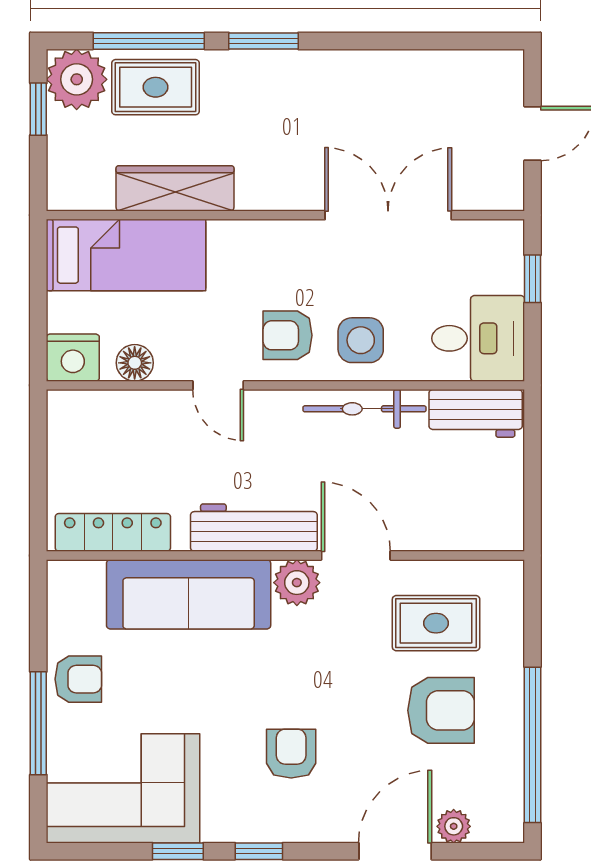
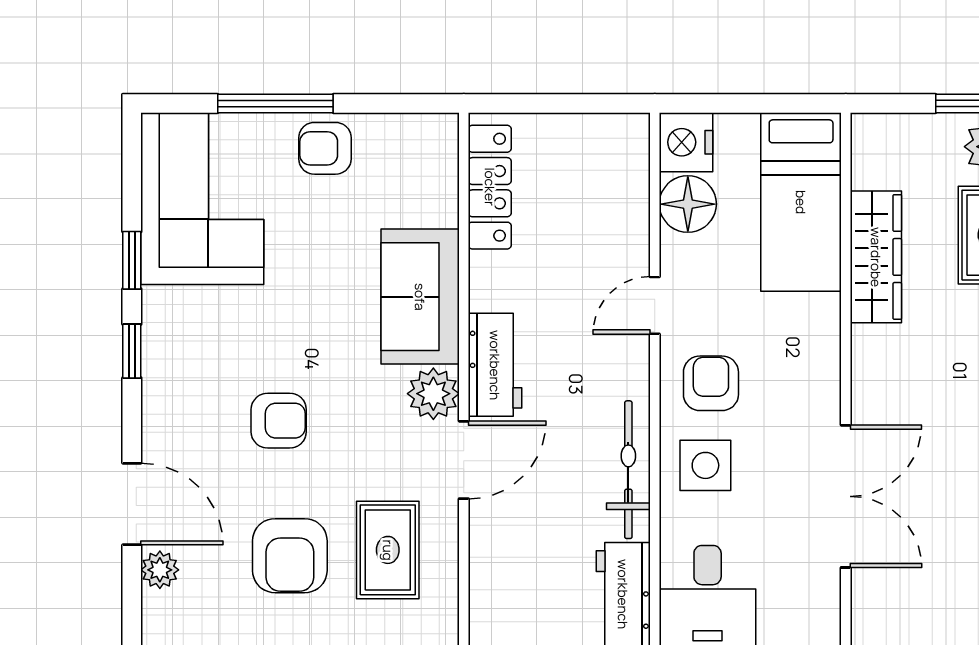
floor lamp: (135, 363) -> (688, 204), width x1.38, depth x1.38
workbench: (254, 528) -> (495, 365), width x0.73
sofa: (189, 594) -> (420, 297), width x0.73
armchair: (78, 679) -> (325, 148), turned 90
armchair: (291, 754) -> (279, 421), moved

